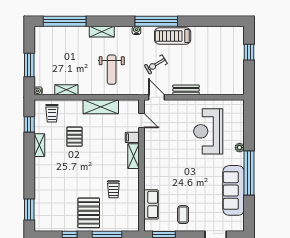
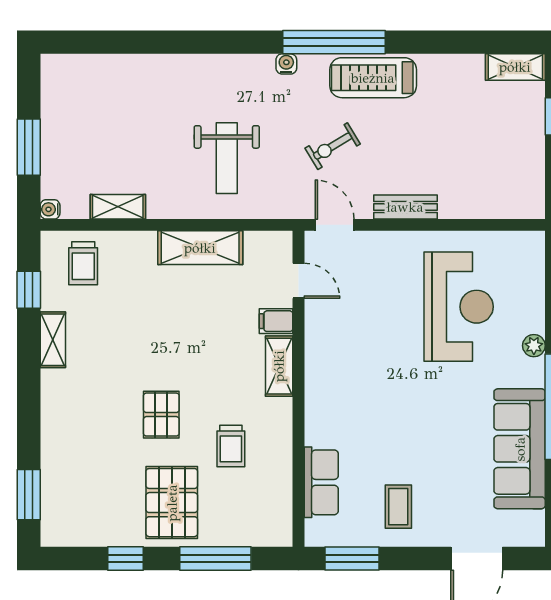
window: (65, 21) -> (114, 42), removed
shelving: (102, 32) -> (515, 67), moved
reception desk: (208, 131) -> (459, 307), turned 180
pallet: (74, 137) -> (161, 415), moved

